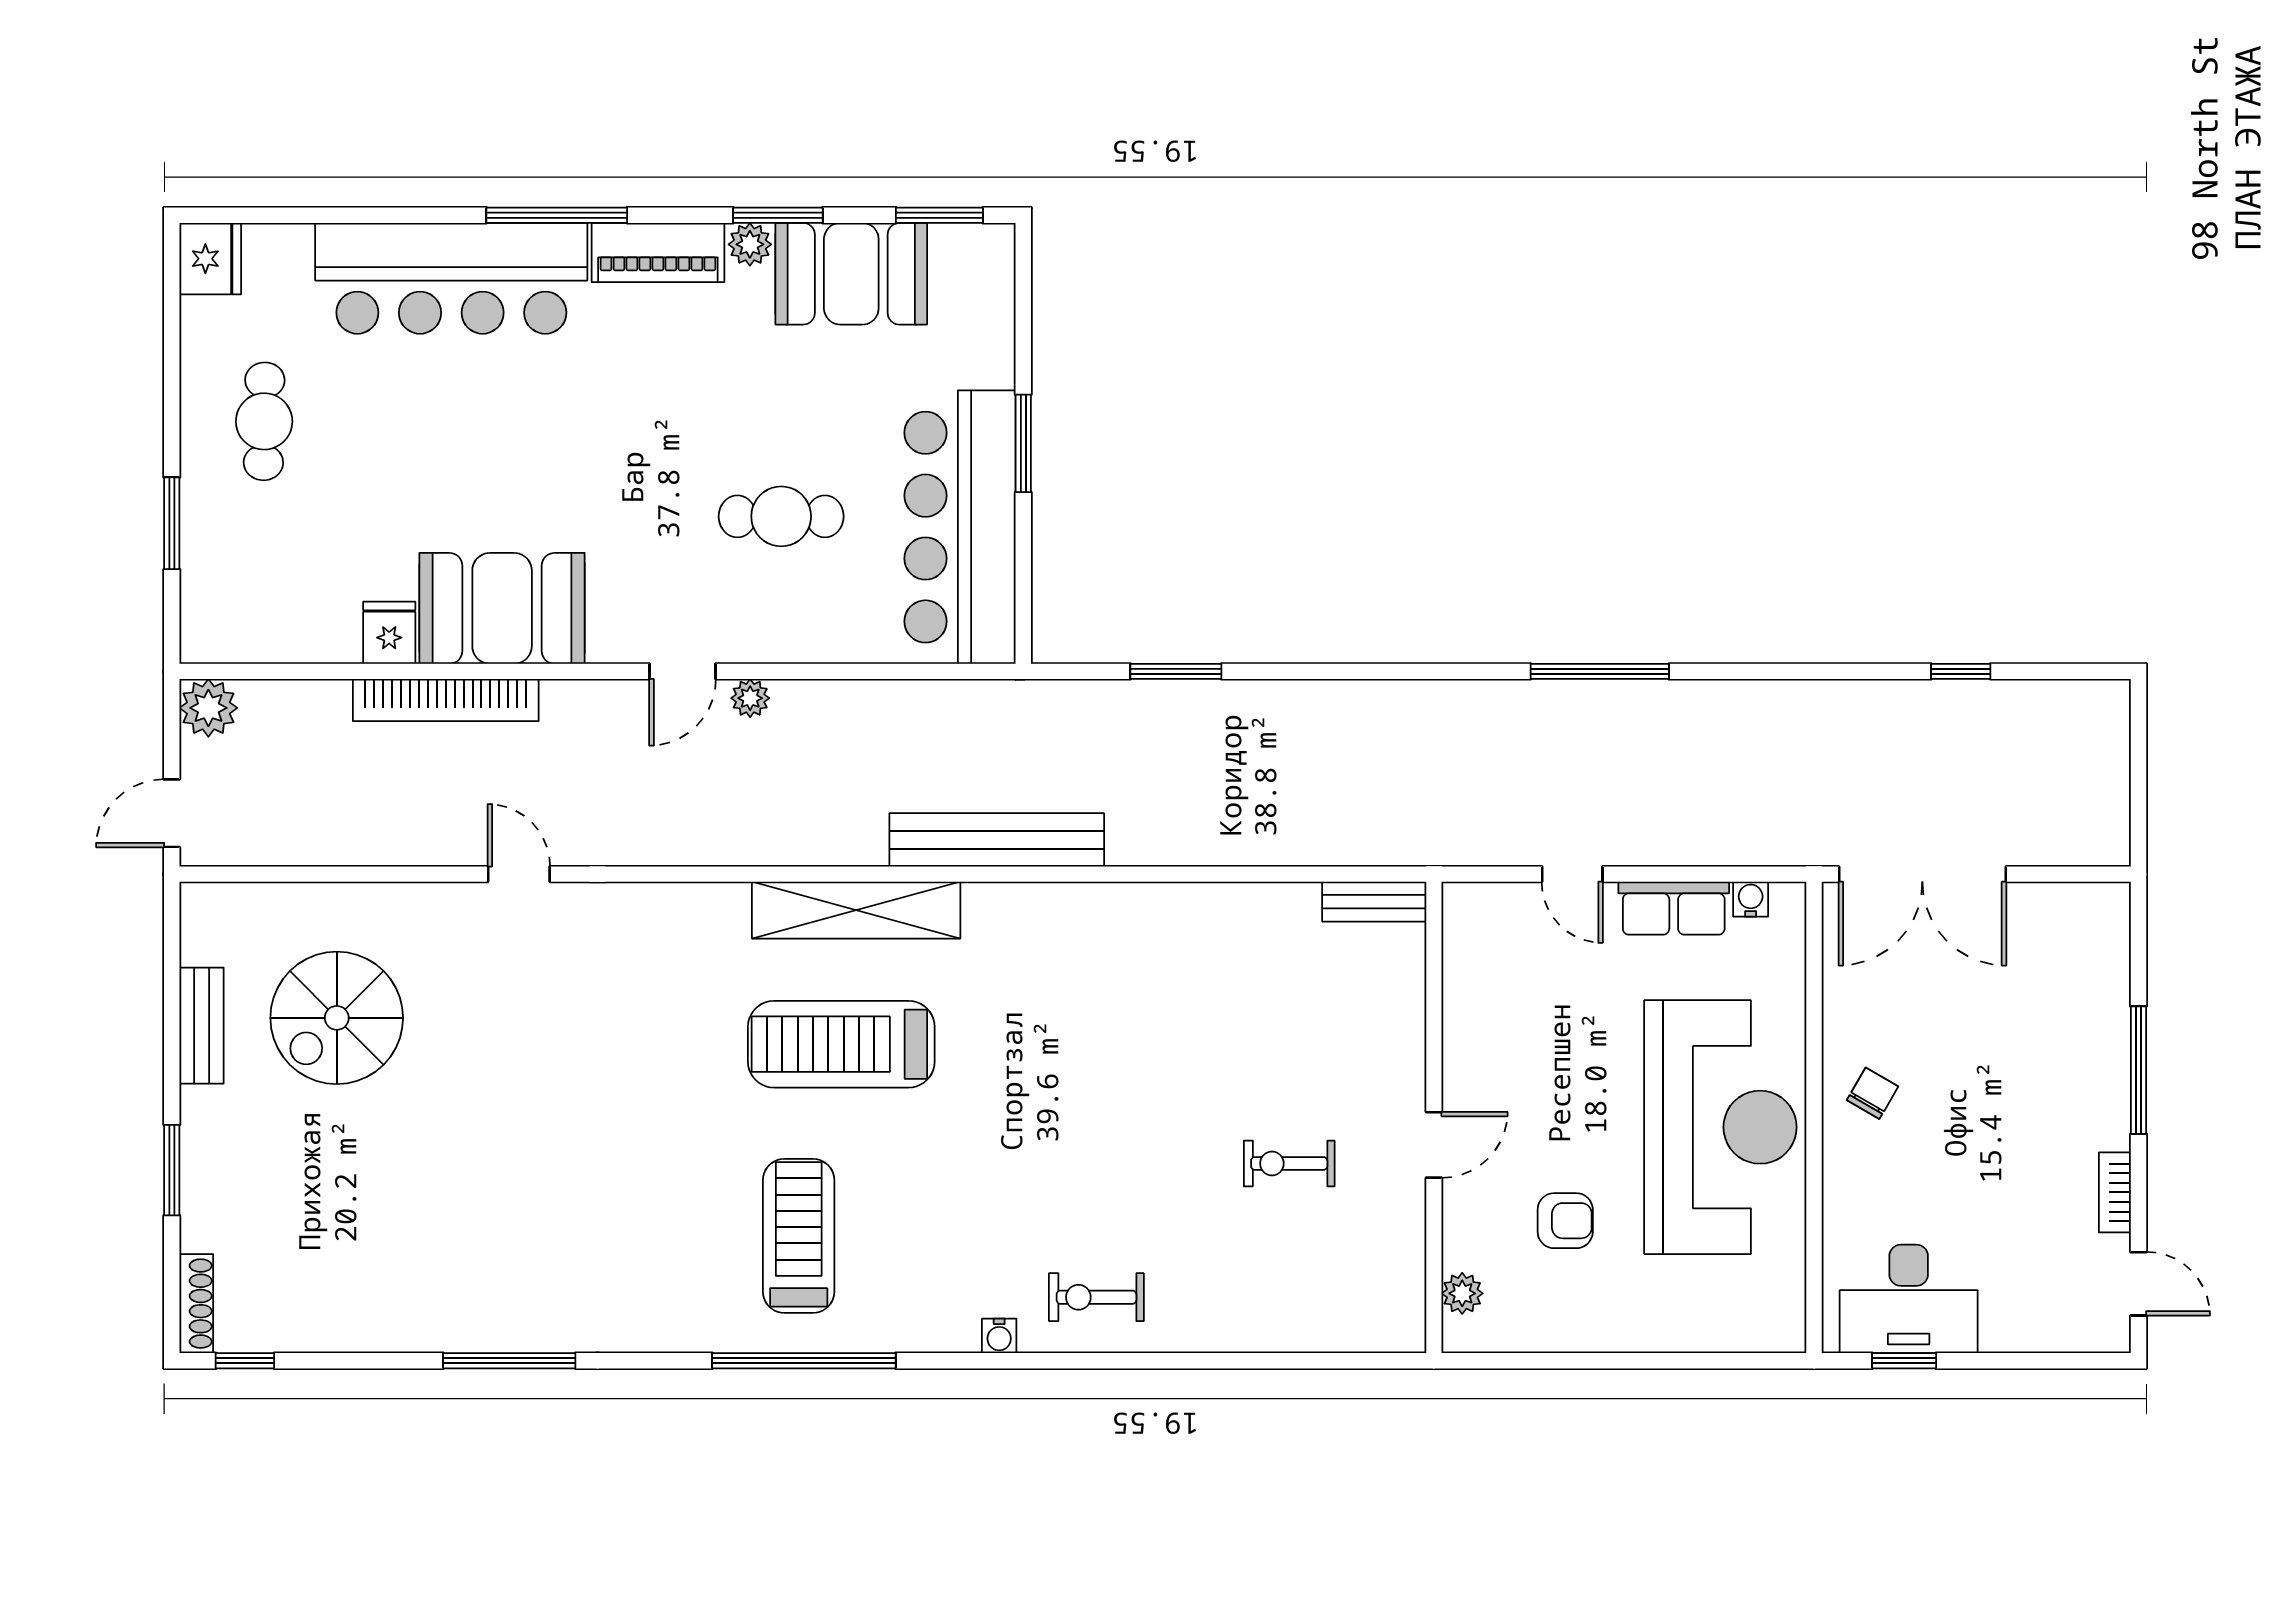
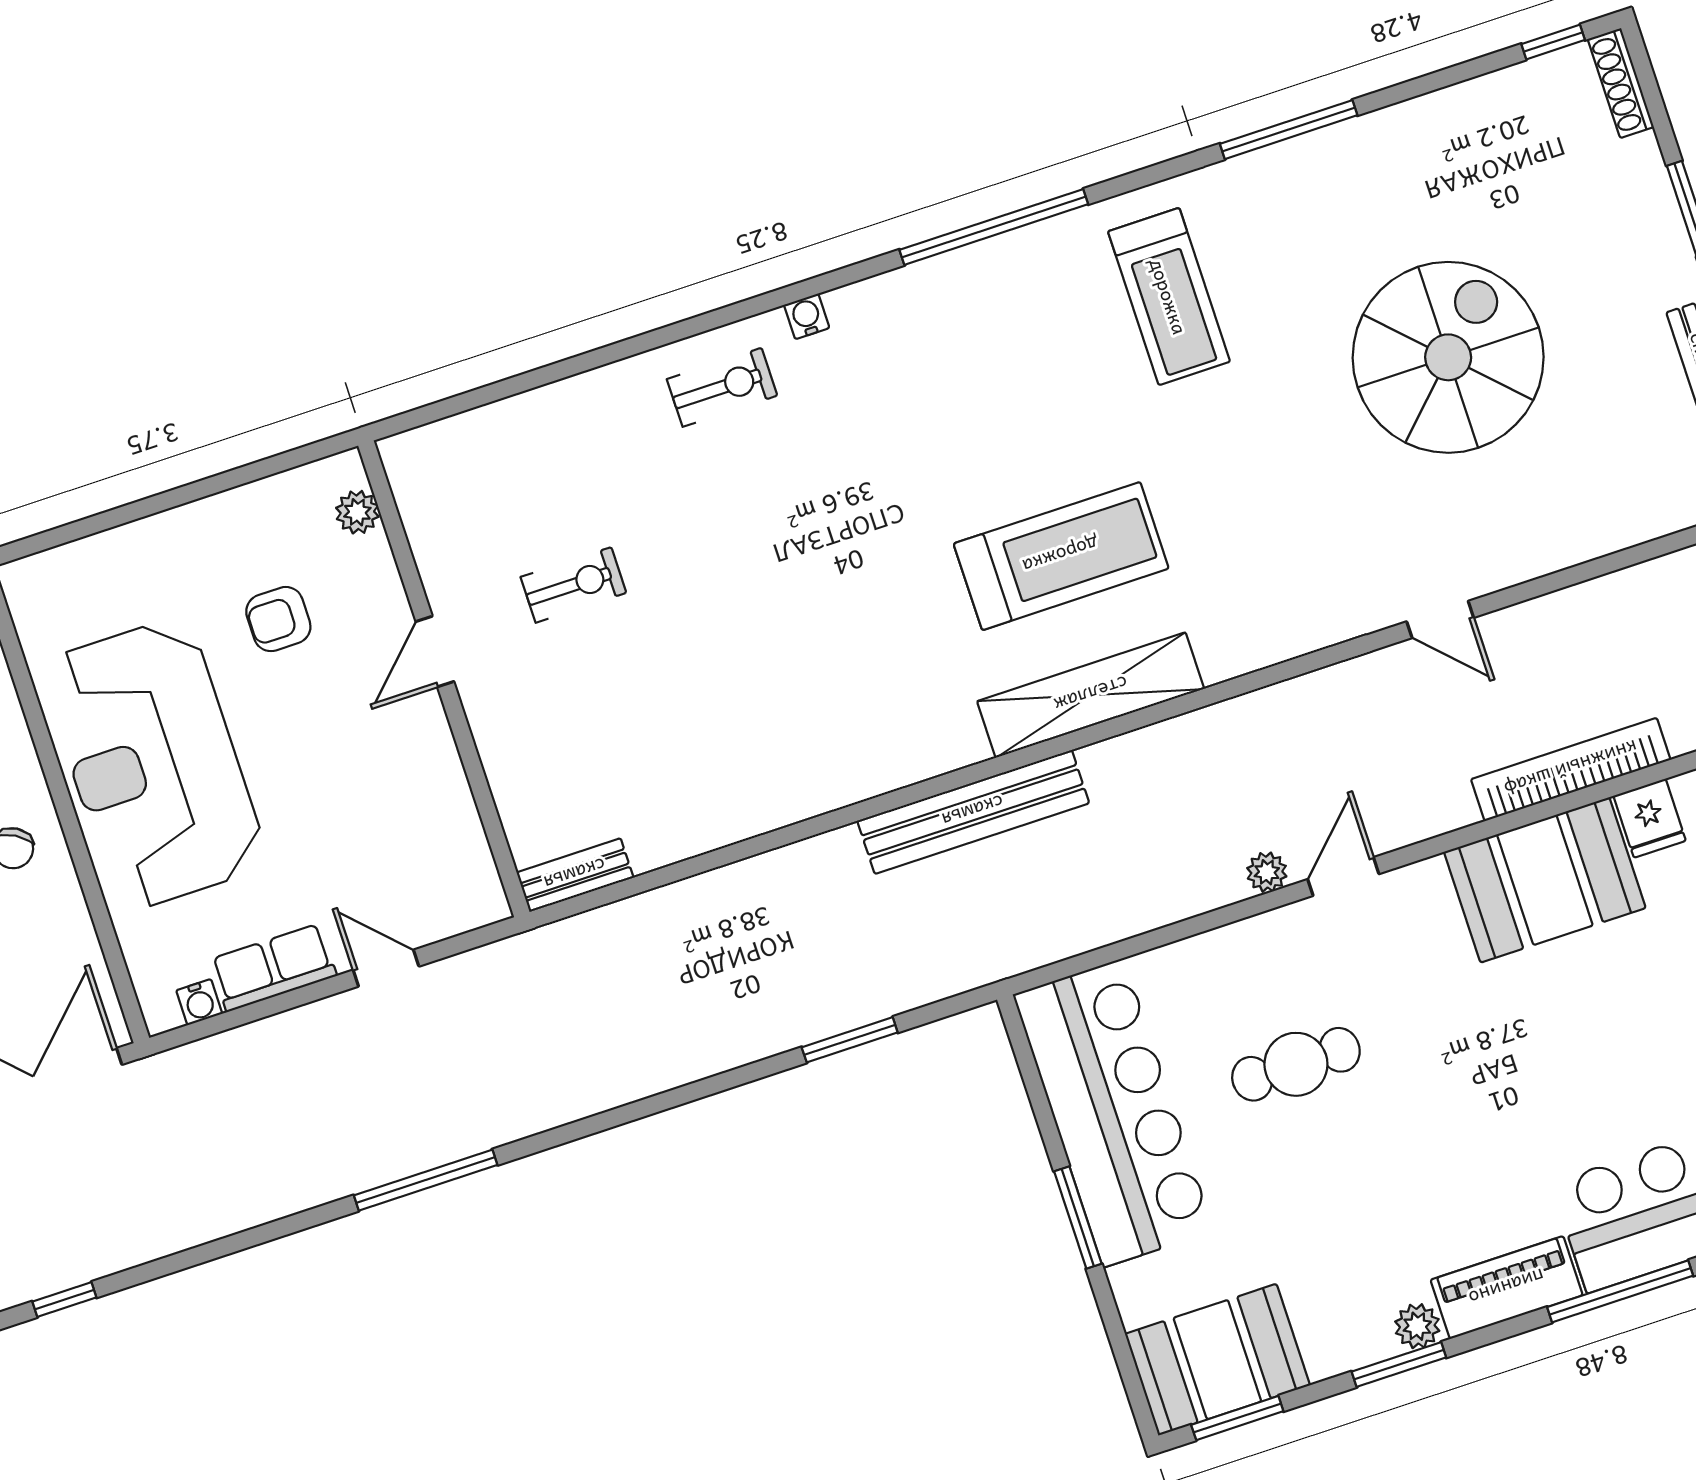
booth: (851, 274) -> (1217, 1360), moved
spiral stairs: (337, 1018) -> (1448, 357), moved, width x1.37, depth x1.37
treadmill: (799, 1236) -> (1169, 296), moved

